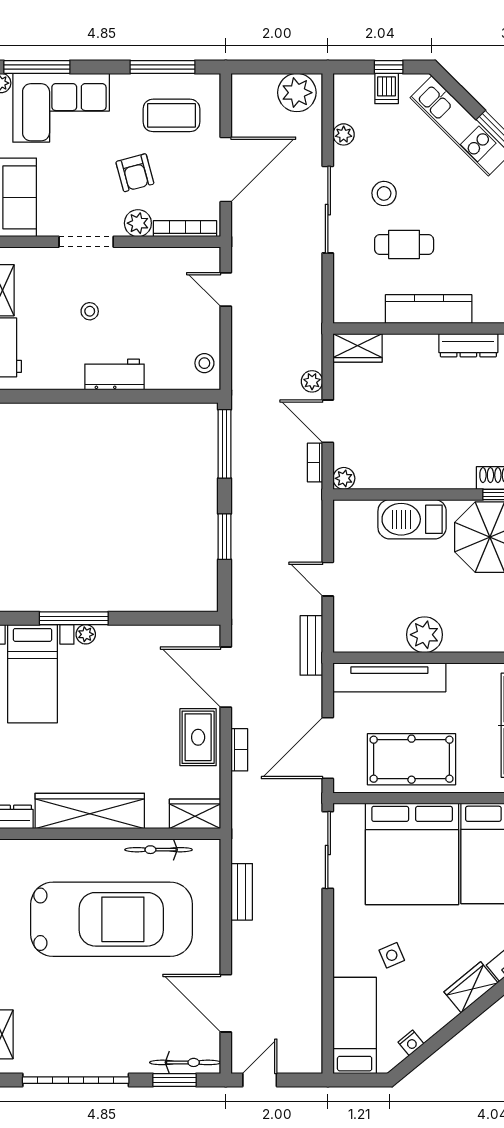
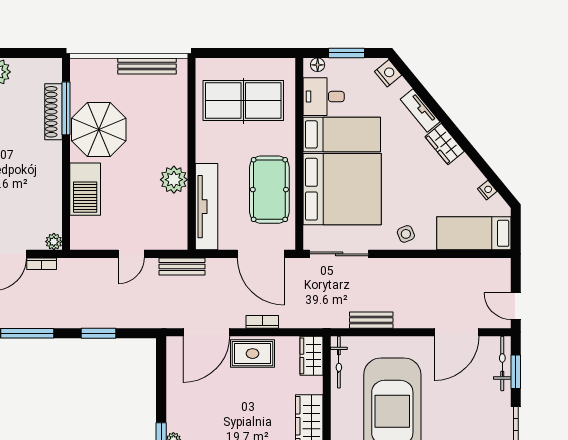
bicycle: (159, 850) -> (339, 362), moved
side table: (392, 955) -> (406, 234), moved

